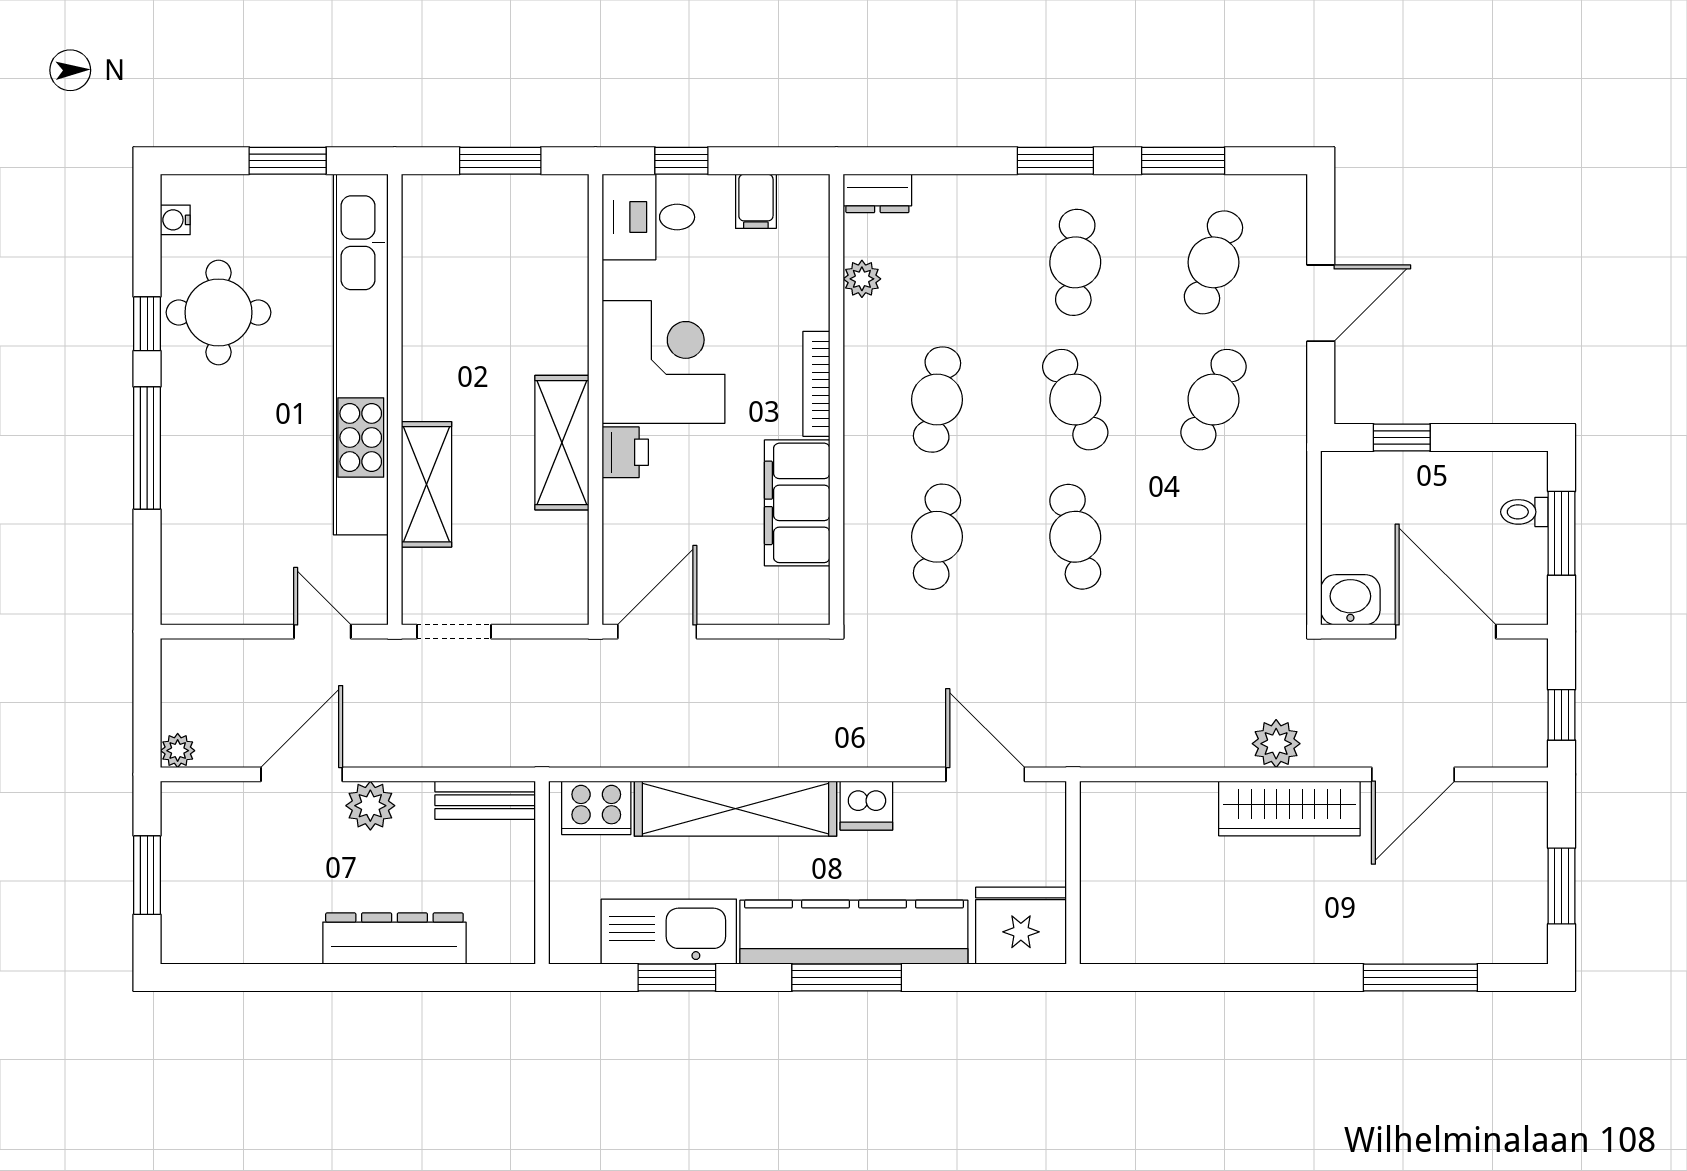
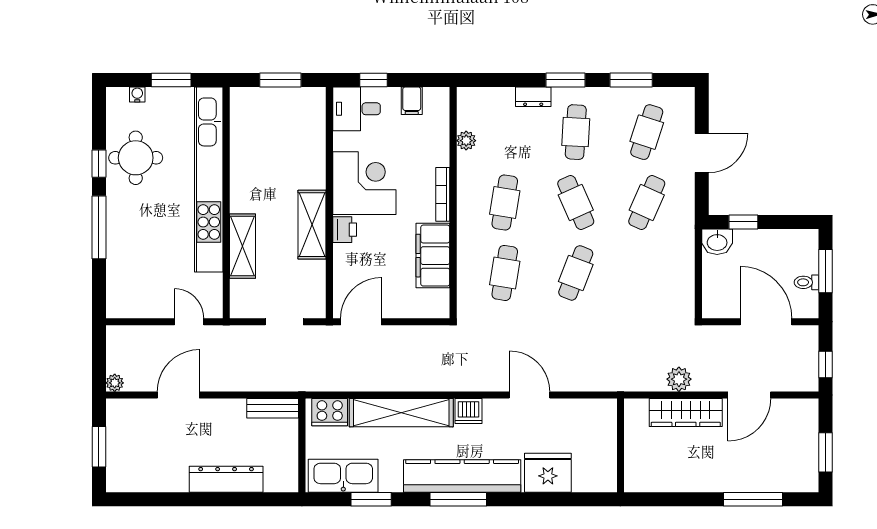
dresser: (877, 193) -> (533, 97), moved
water cooler: (175, 220) -> (137, 94), moved, turned 90
toilet: (1524, 512) -> (806, 282), moved
cafe table: (1075, 537) -> (576, 273), turned 33
washbasin: (1350, 600) -> (717, 242), moved, turned 180
doorway: (454, 632) -> (284, 322), moved
plant: (370, 806) -> (214, 411), removed
wall: (1073, 873) -> (620, 445), moved
kitchen sink: (669, 932) -> (343, 476), moved

